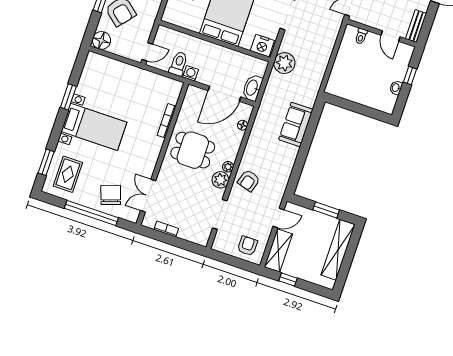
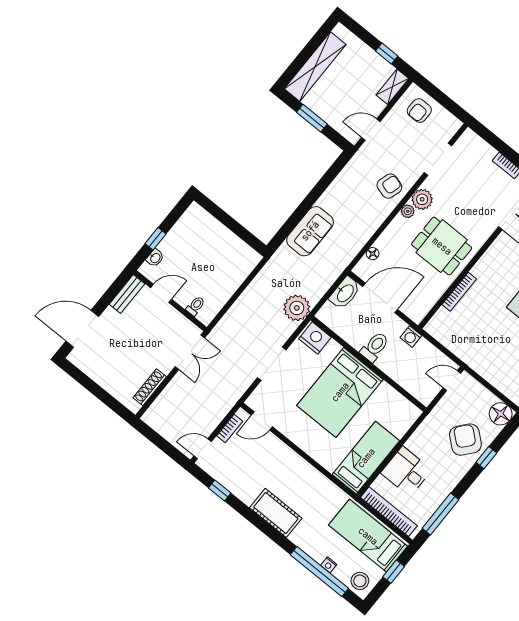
door: (390, 36) -> (161, 293), hinge flipped
toilet: (178, 64) -> (375, 347), moved, turned 180
washbasin: (396, 88) -> (155, 258), moved
shelving: (278, 250) -> (392, 87), width x0.67, depth x0.75

